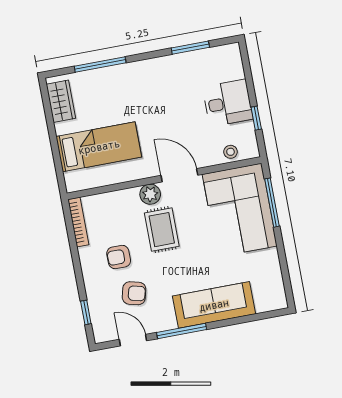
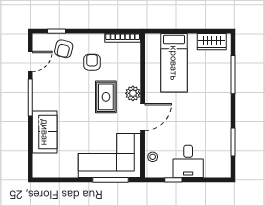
rug: (162, 230) -> (106, 97), turned 90
armchair: (134, 293) -> (64, 49), moved
sofa: (214, 305) -> (45, 132), width x0.73

